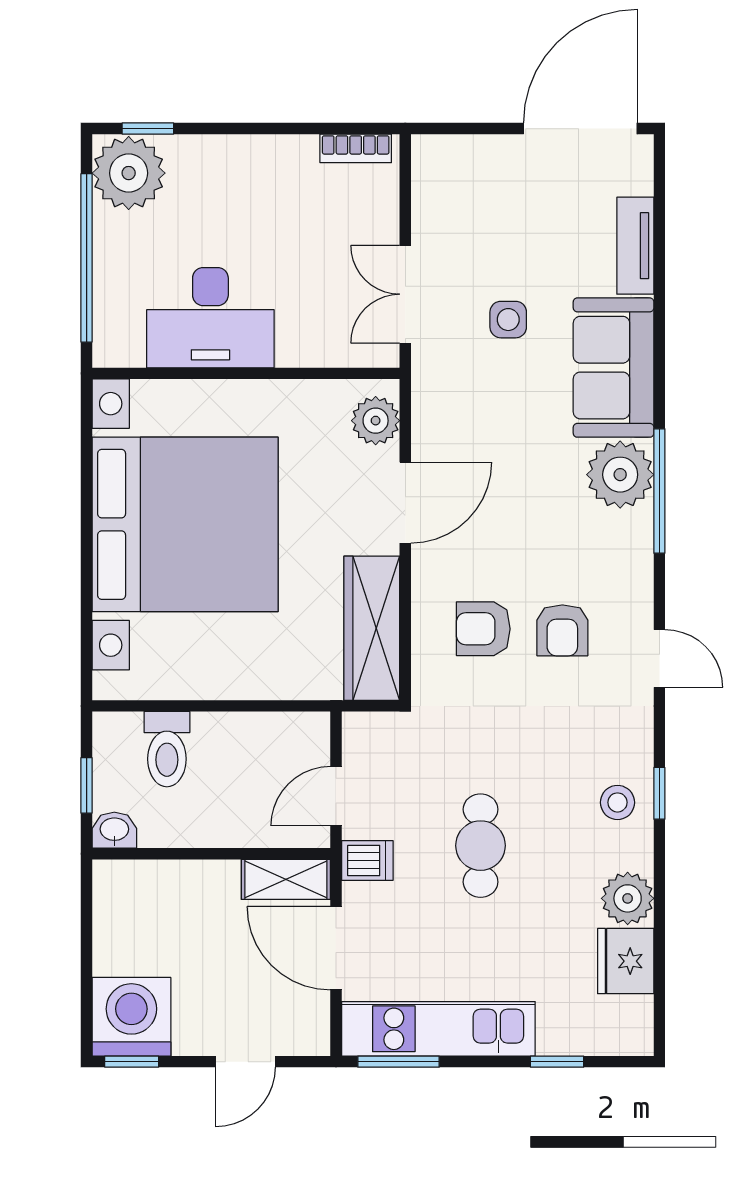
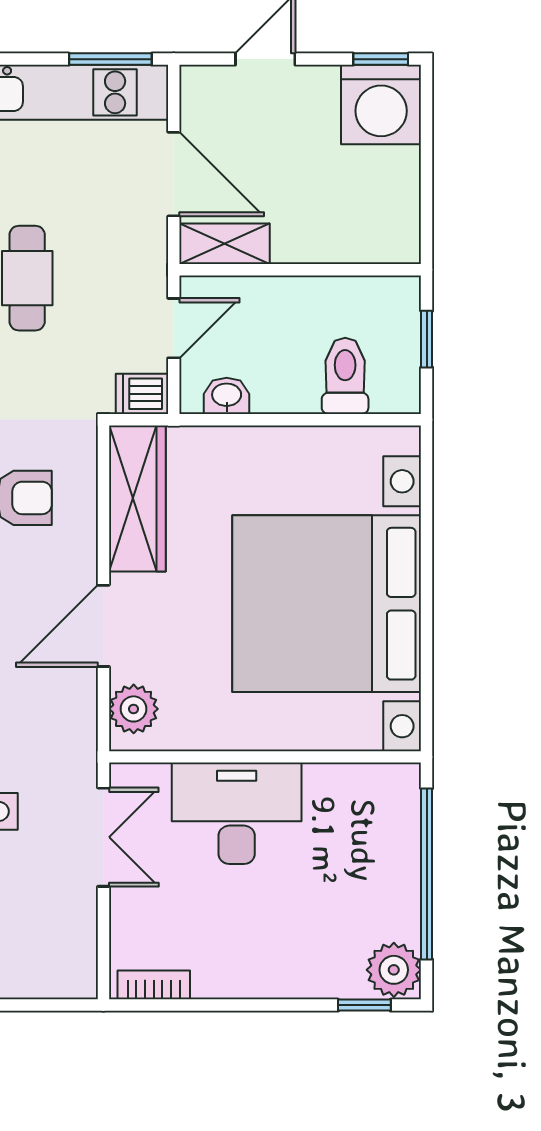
plant: (129, 173) -> (394, 970), width x0.73, depth x0.73
desk: (210, 318) -> (237, 813), moved
washbasin: (114, 830) -> (227, 396), moved, turned 180
dishwasher: (367, 860) -> (142, 394), moved

